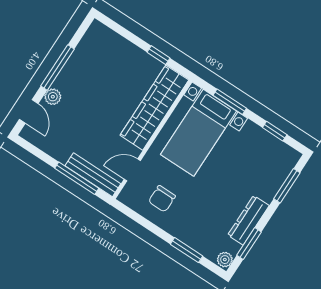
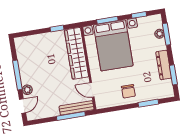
door: (29, 111) -> (23, 106), hinge flipped
bed with nightstands: (198, 133) -> (113, 45), width x1.36
door: (132, 170) -> (92, 90), hinge flipped
chair: (162, 199) -> (128, 91), moved
plant: (225, 260) -> (160, 34), moved

